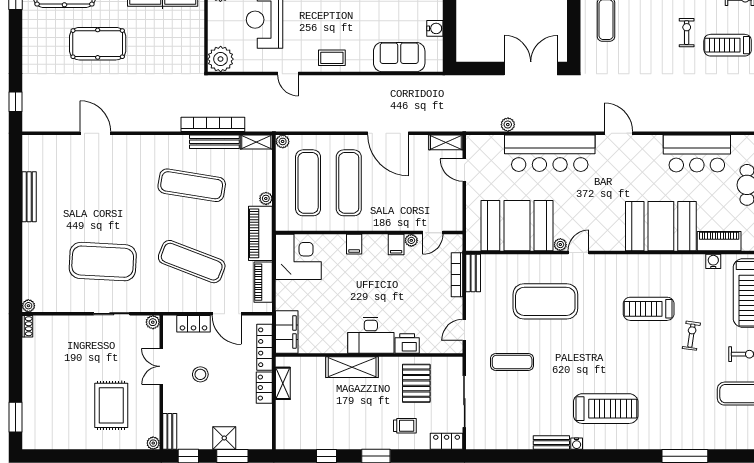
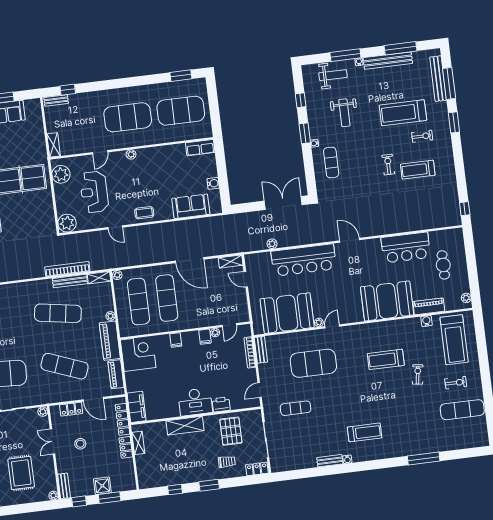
treadmill: (606, 409) -> (365, 432), width x0.73, depth x0.73

